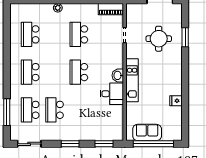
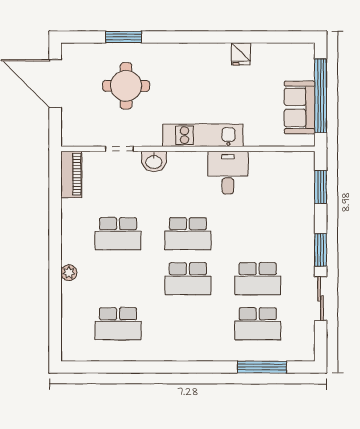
school desk: (30, 72) -> (188, 279), moved
washbasin: (118, 75) -> (154, 162), moved
sliding door: (29, 144) -> (321, 298), moved

